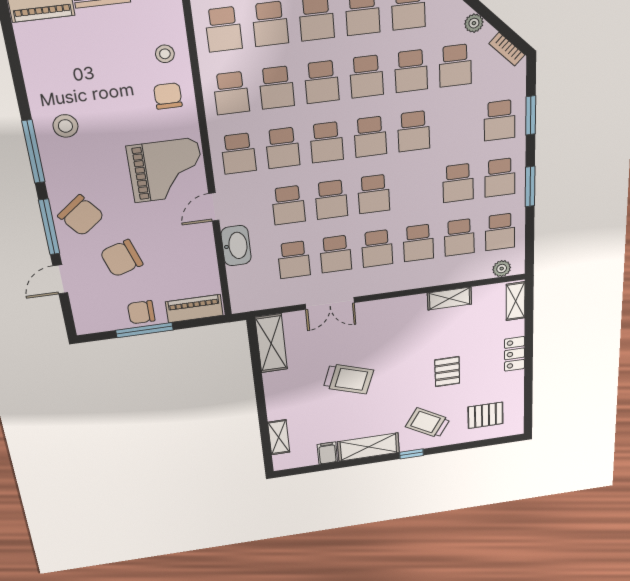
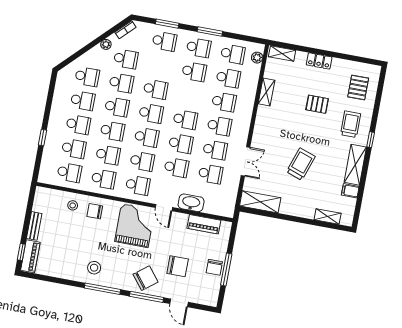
chair: (122, 258) -> (178, 266), turned -72
piano: (194, 309) -> (204, 224), moved, turned -90
trolley: (428, 423) -> (351, 124), turned 149

